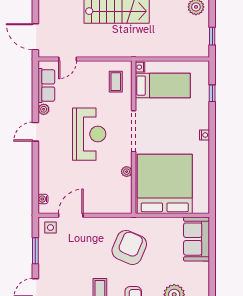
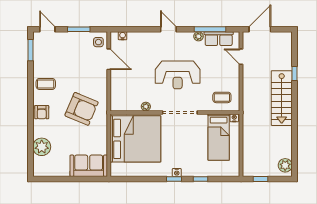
window: (212, 93) -> (201, 179), moved
window: (35, 96) -> (210, 29), added
door: (35, 132) -> (168, 29), moved
window: (212, 138) -> (174, 179), added

